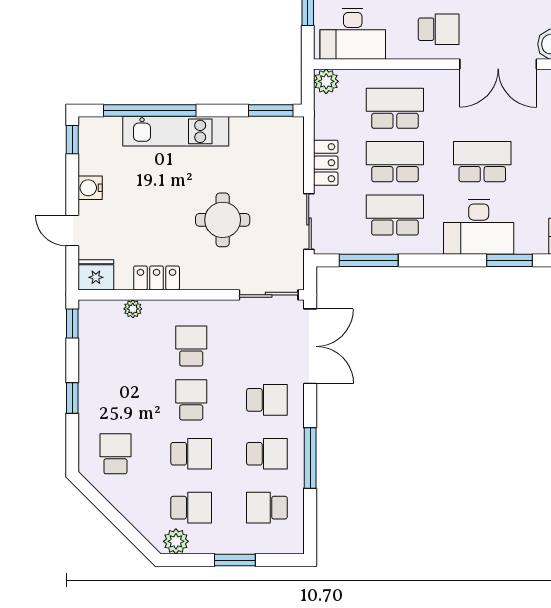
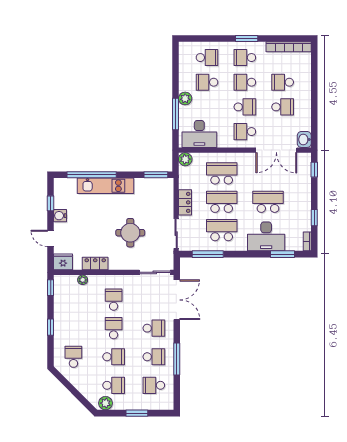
school desk: (439, 29) -> (245, 132), turned 180
window: (72, 140) -> (51, 203), moved

